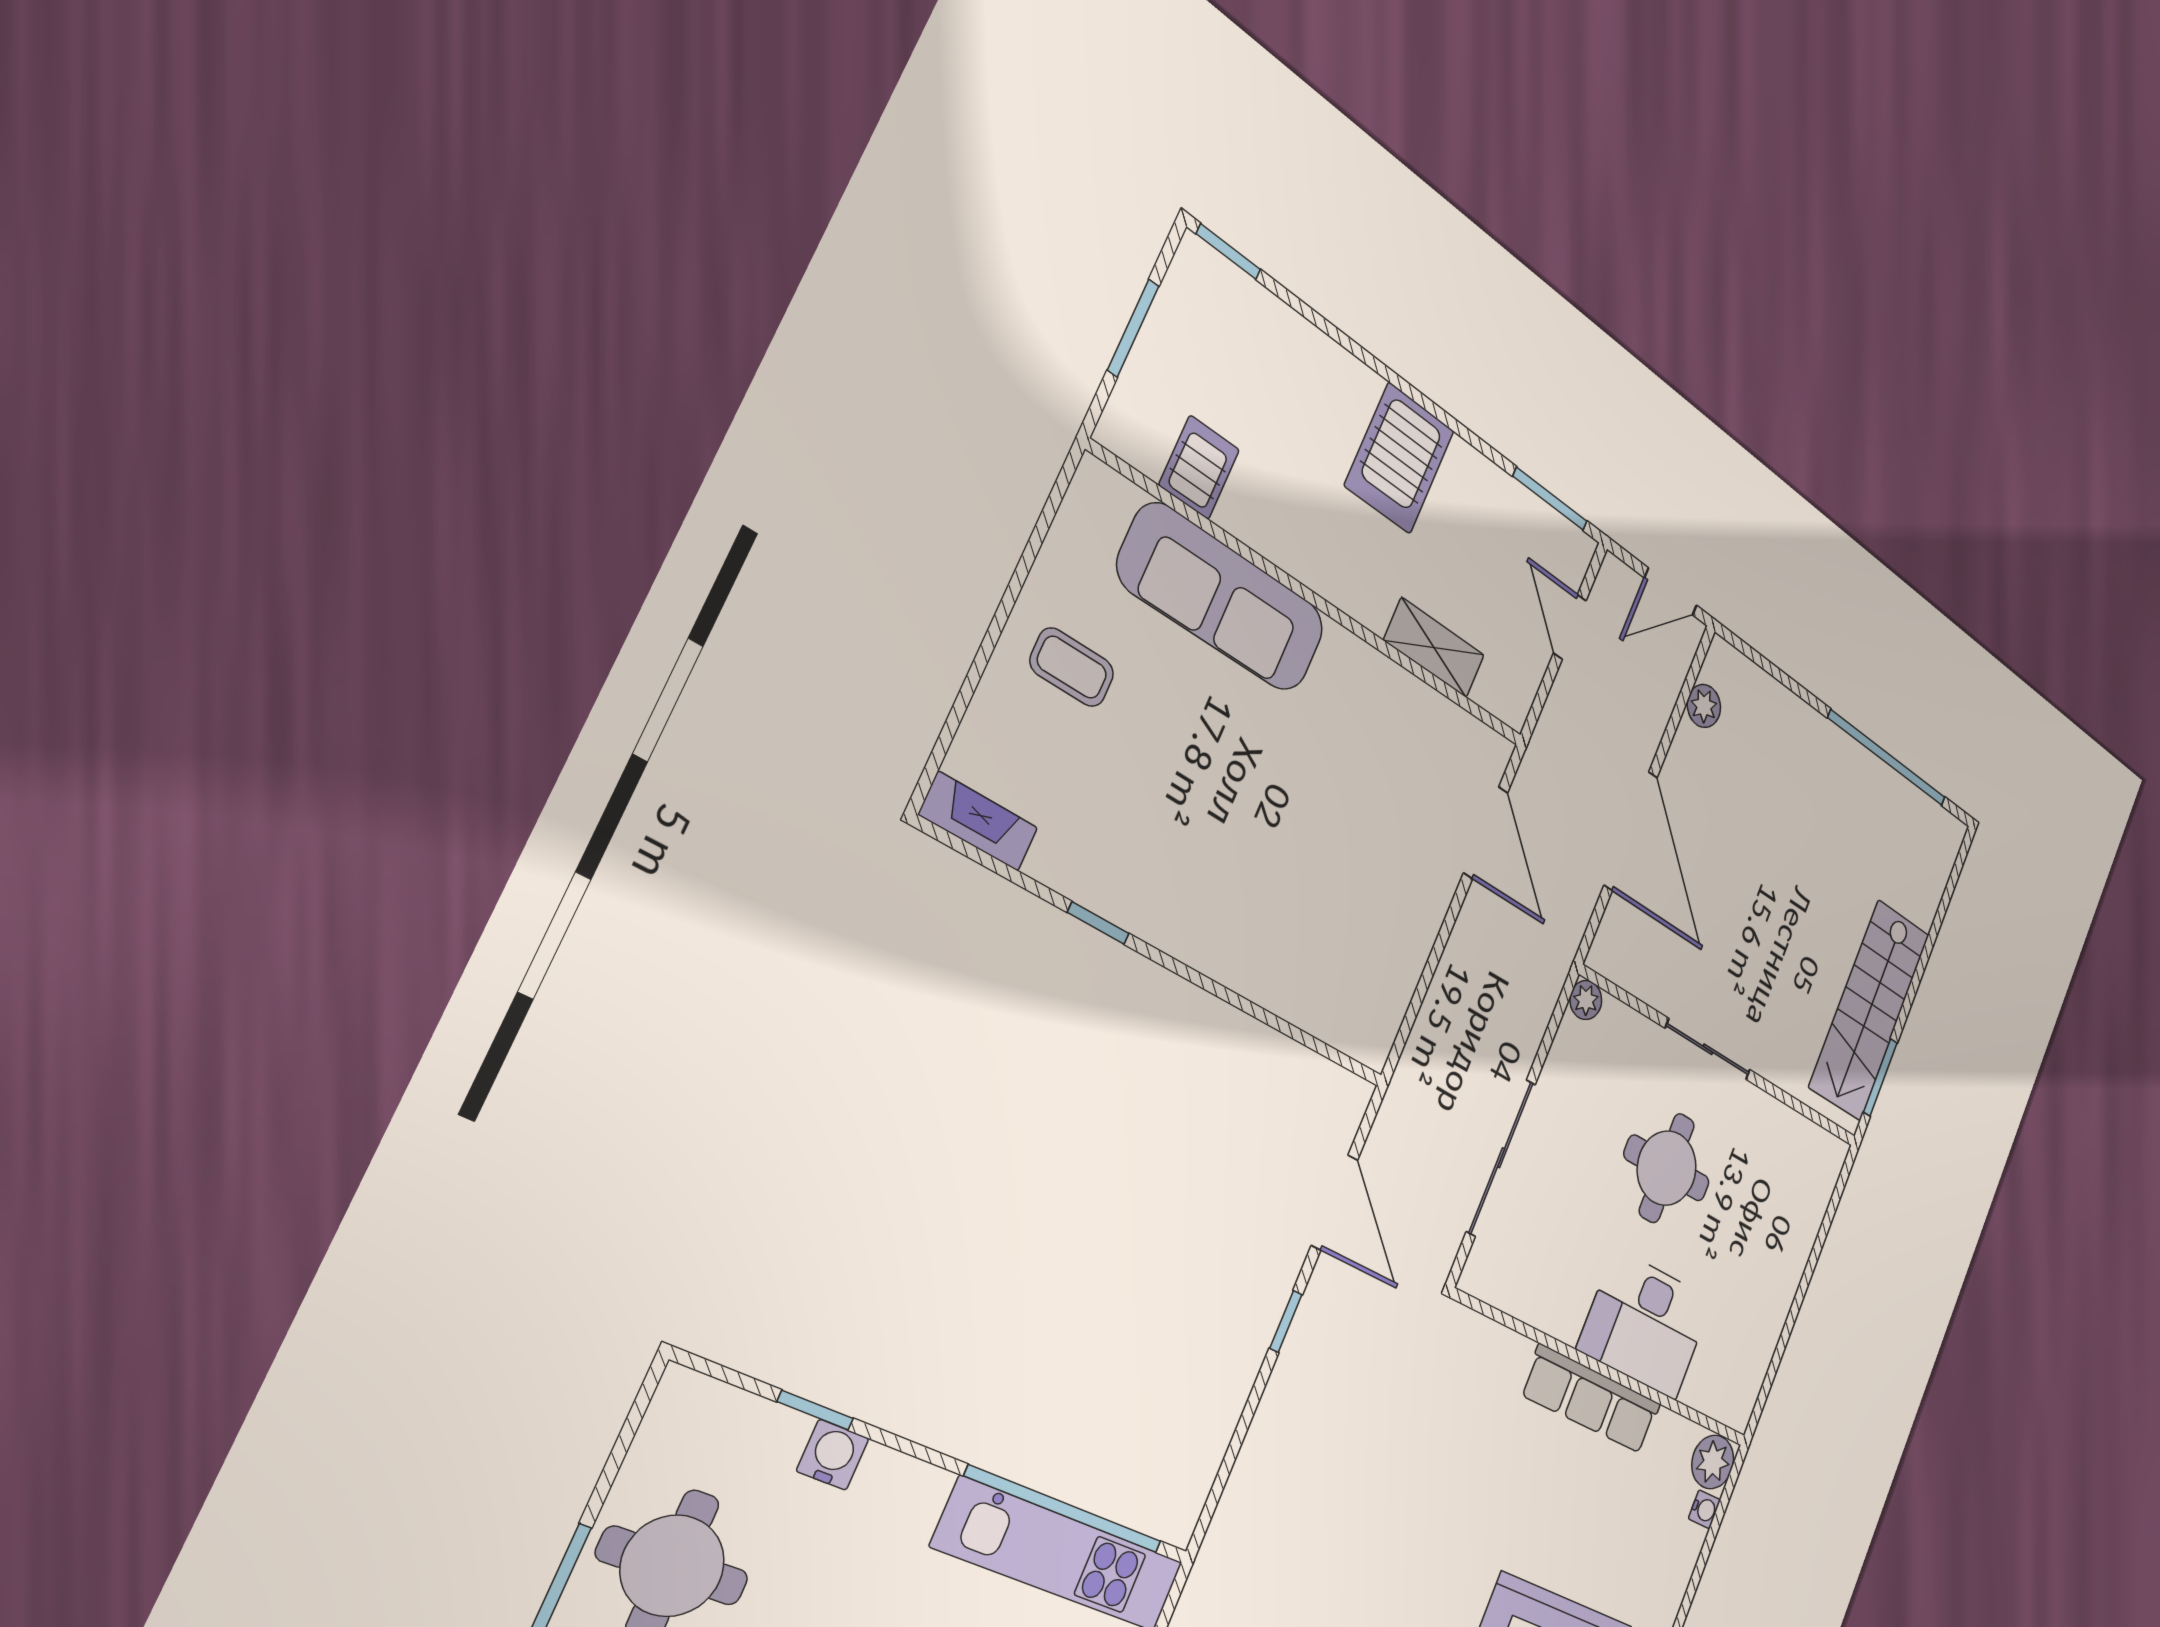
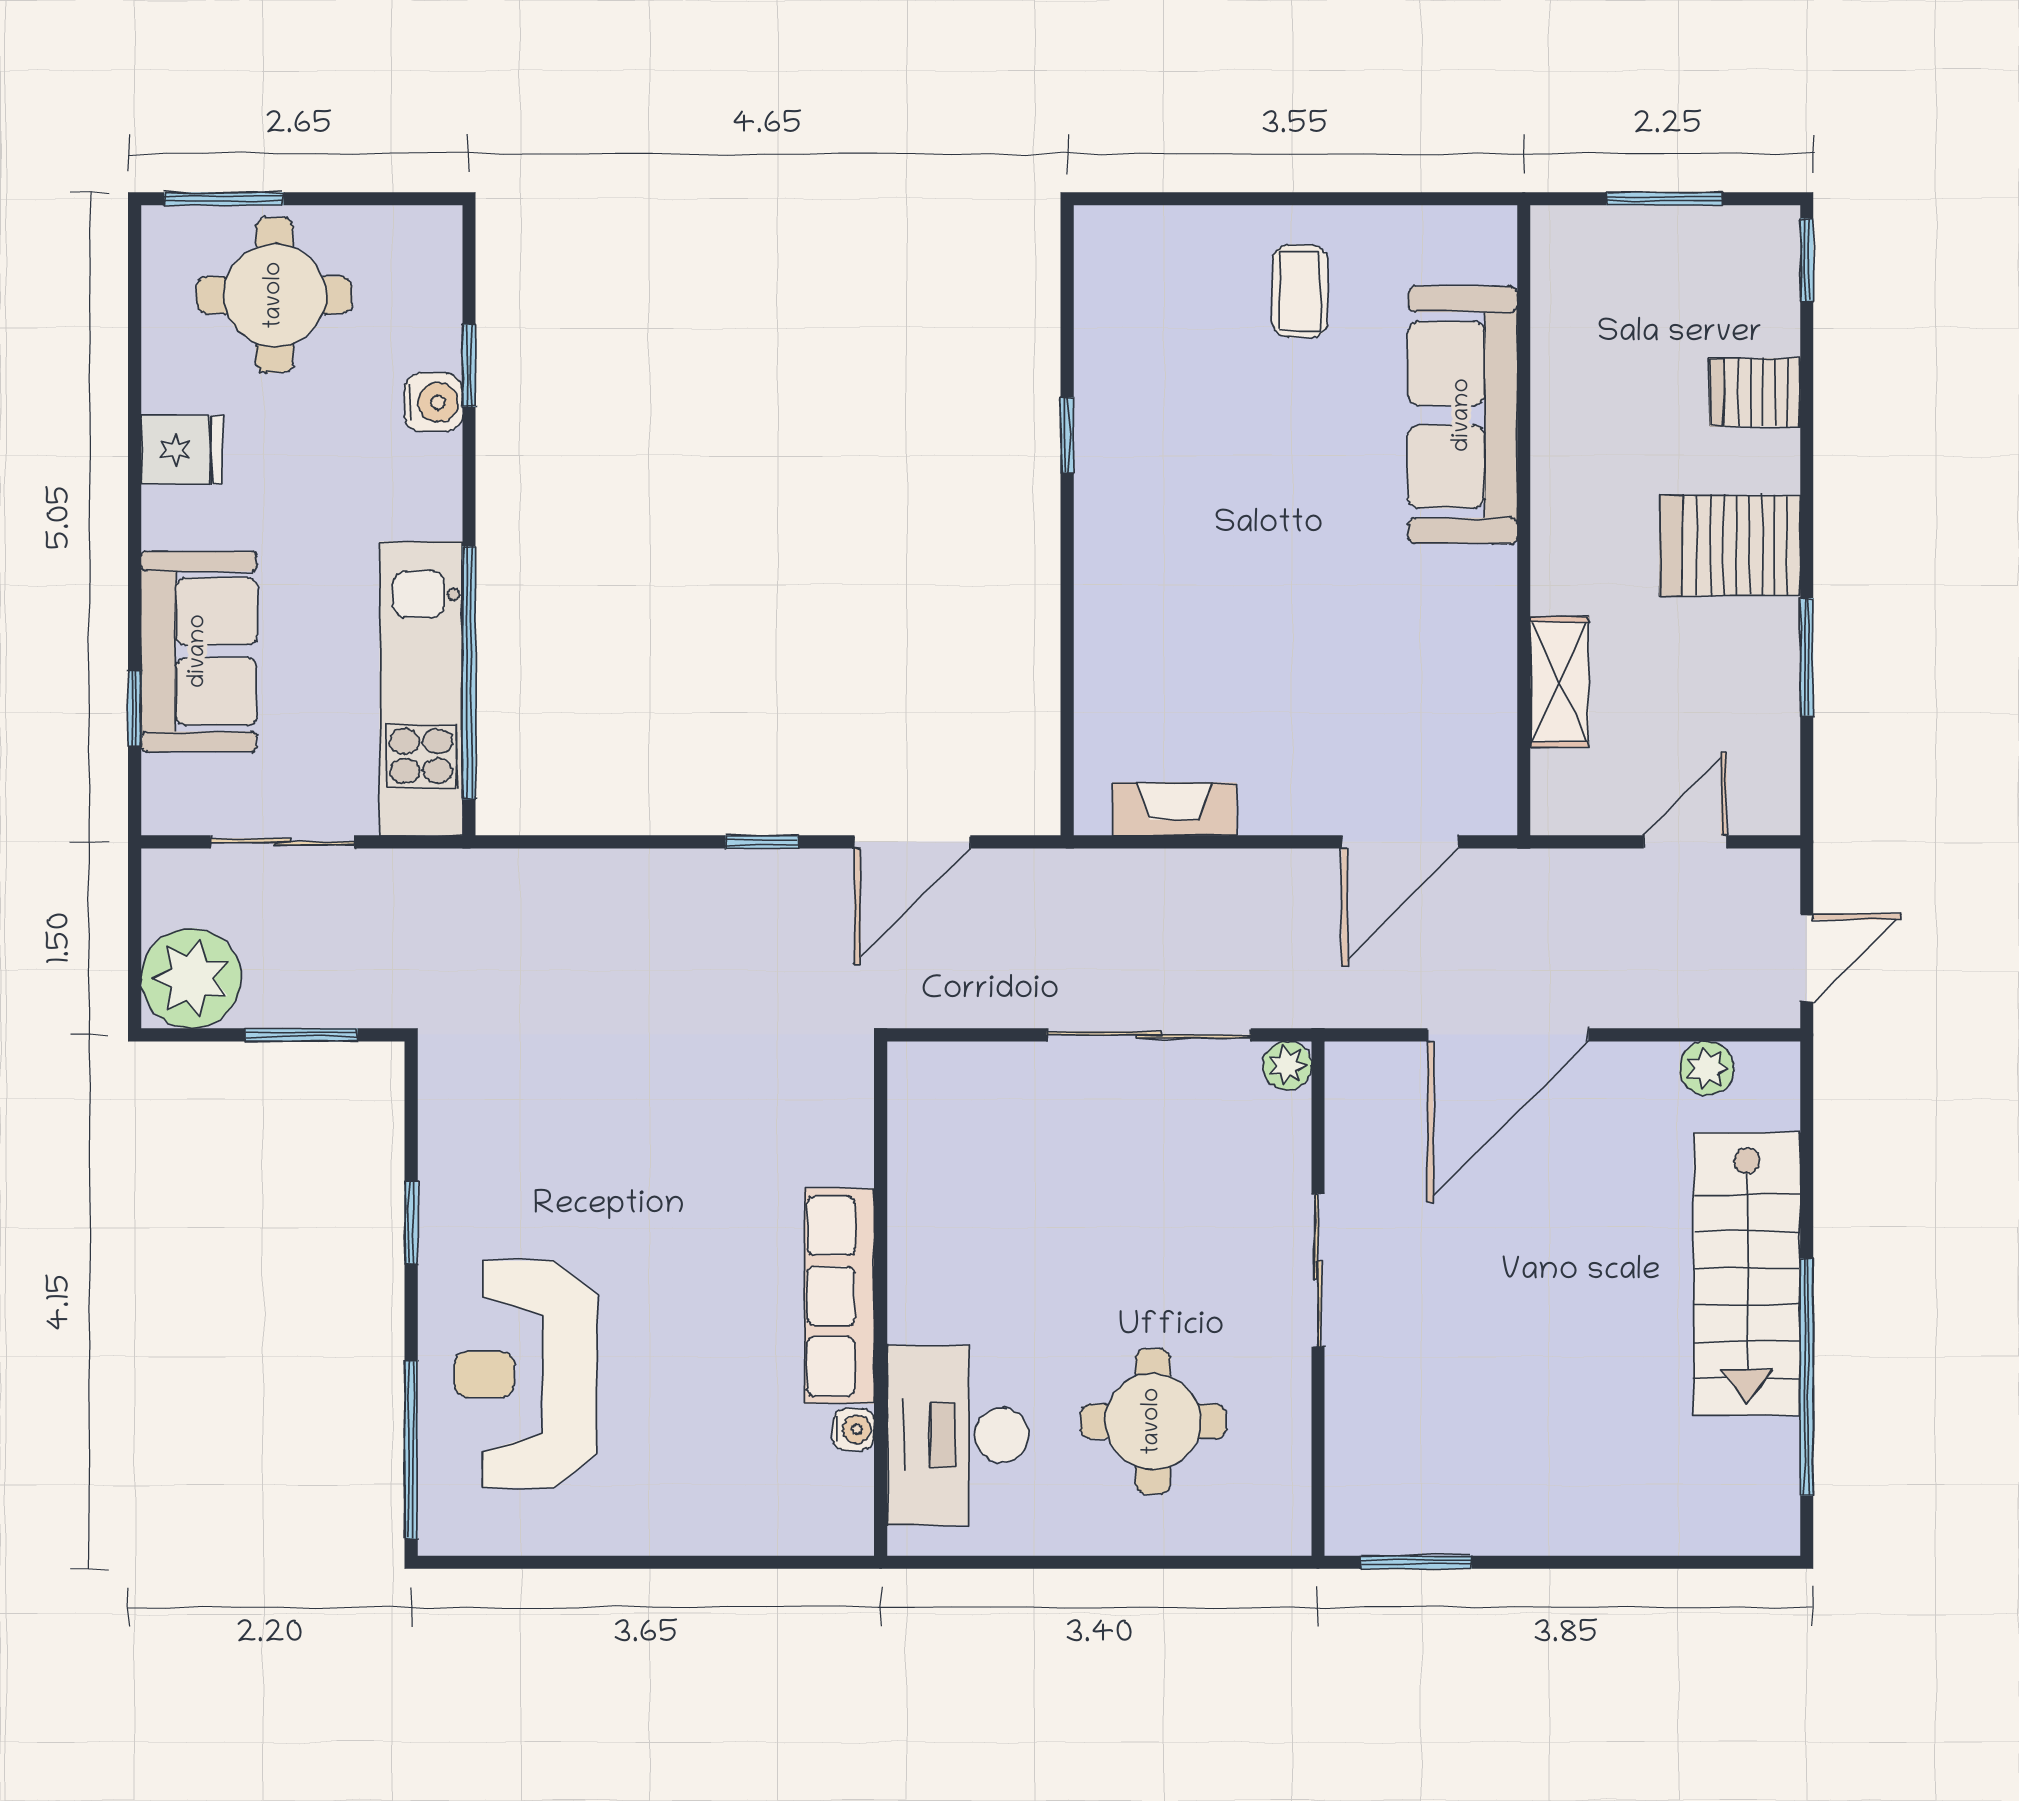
server rack: (1199, 467) -> (1755, 392), moved, turned 180
window: (1550, 499) -> (1807, 657), moved
door: (1671, 592) -> (1807, 958), swing flipped
fireplace: (978, 821) -> (1175, 809), moved, turned -90
stairs: (1869, 1010) -> (1747, 1274), moved, turned -90
sliding door: (1501, 1158) -> (1149, 1035), moved
round table: (1667, 1168) -> (1153, 1421), moved
desk: (1645, 1324) -> (958, 1435), moved
plant: (1713, 1462) -> (837, 1520), removed
water cooler: (1704, 1509) -> (854, 1429), moved, turned -90

